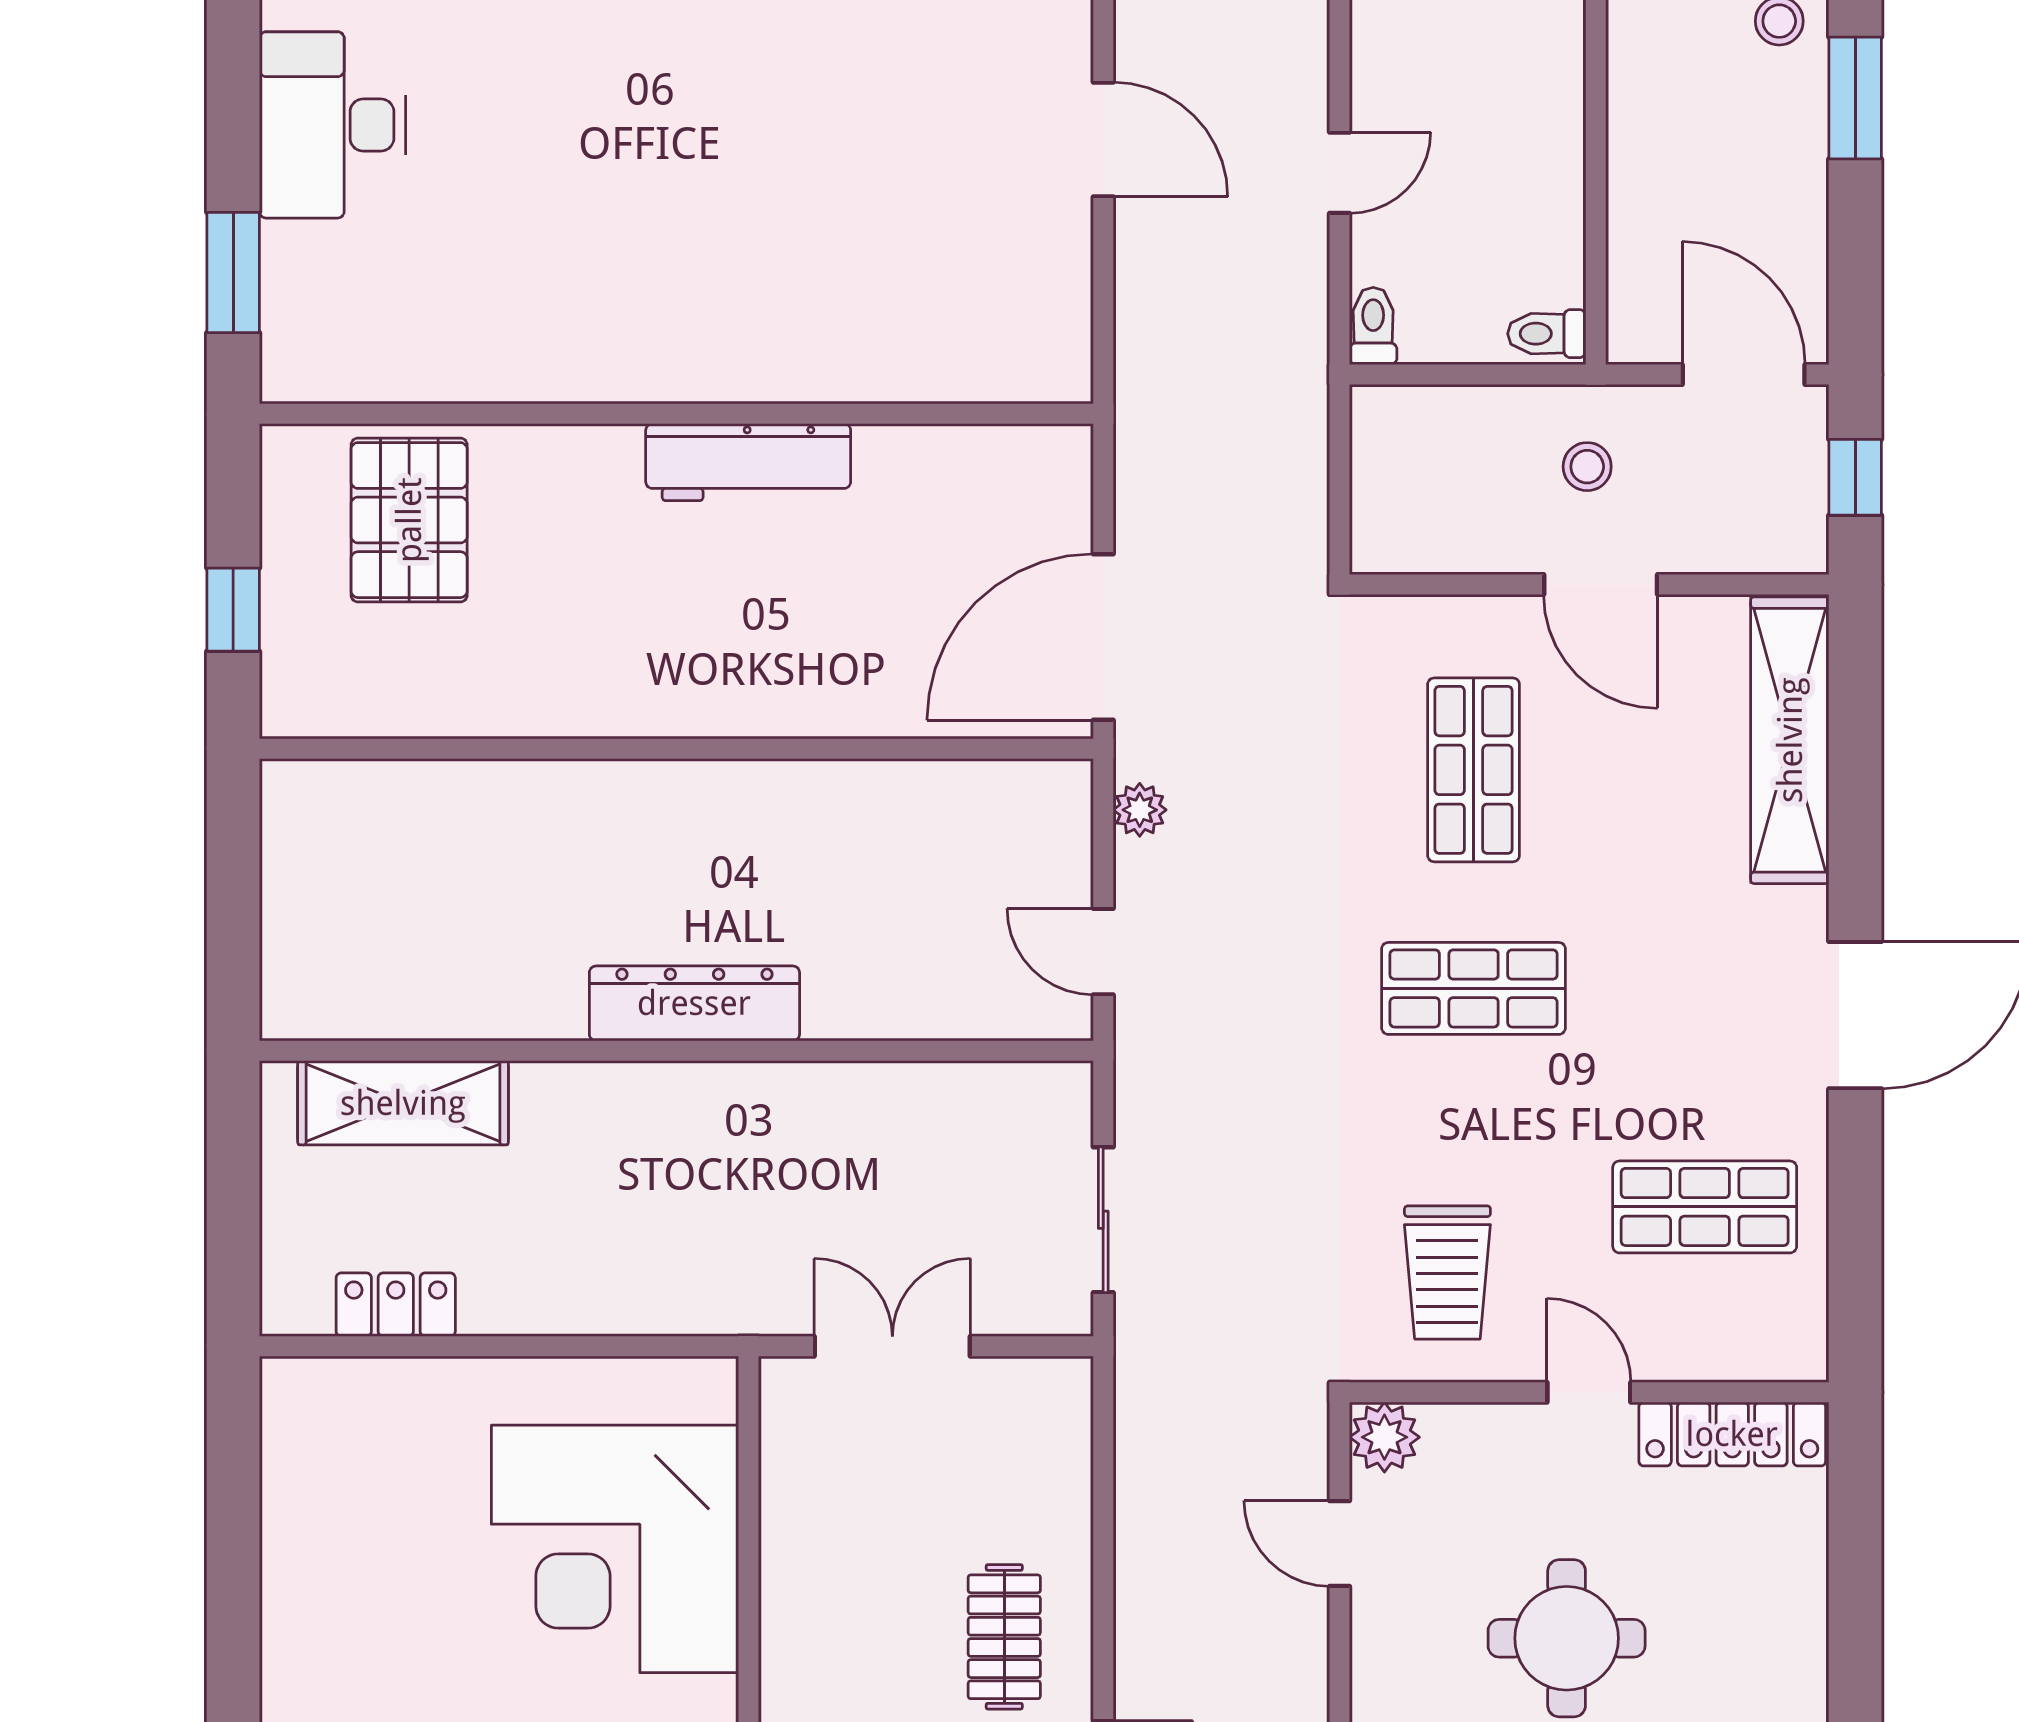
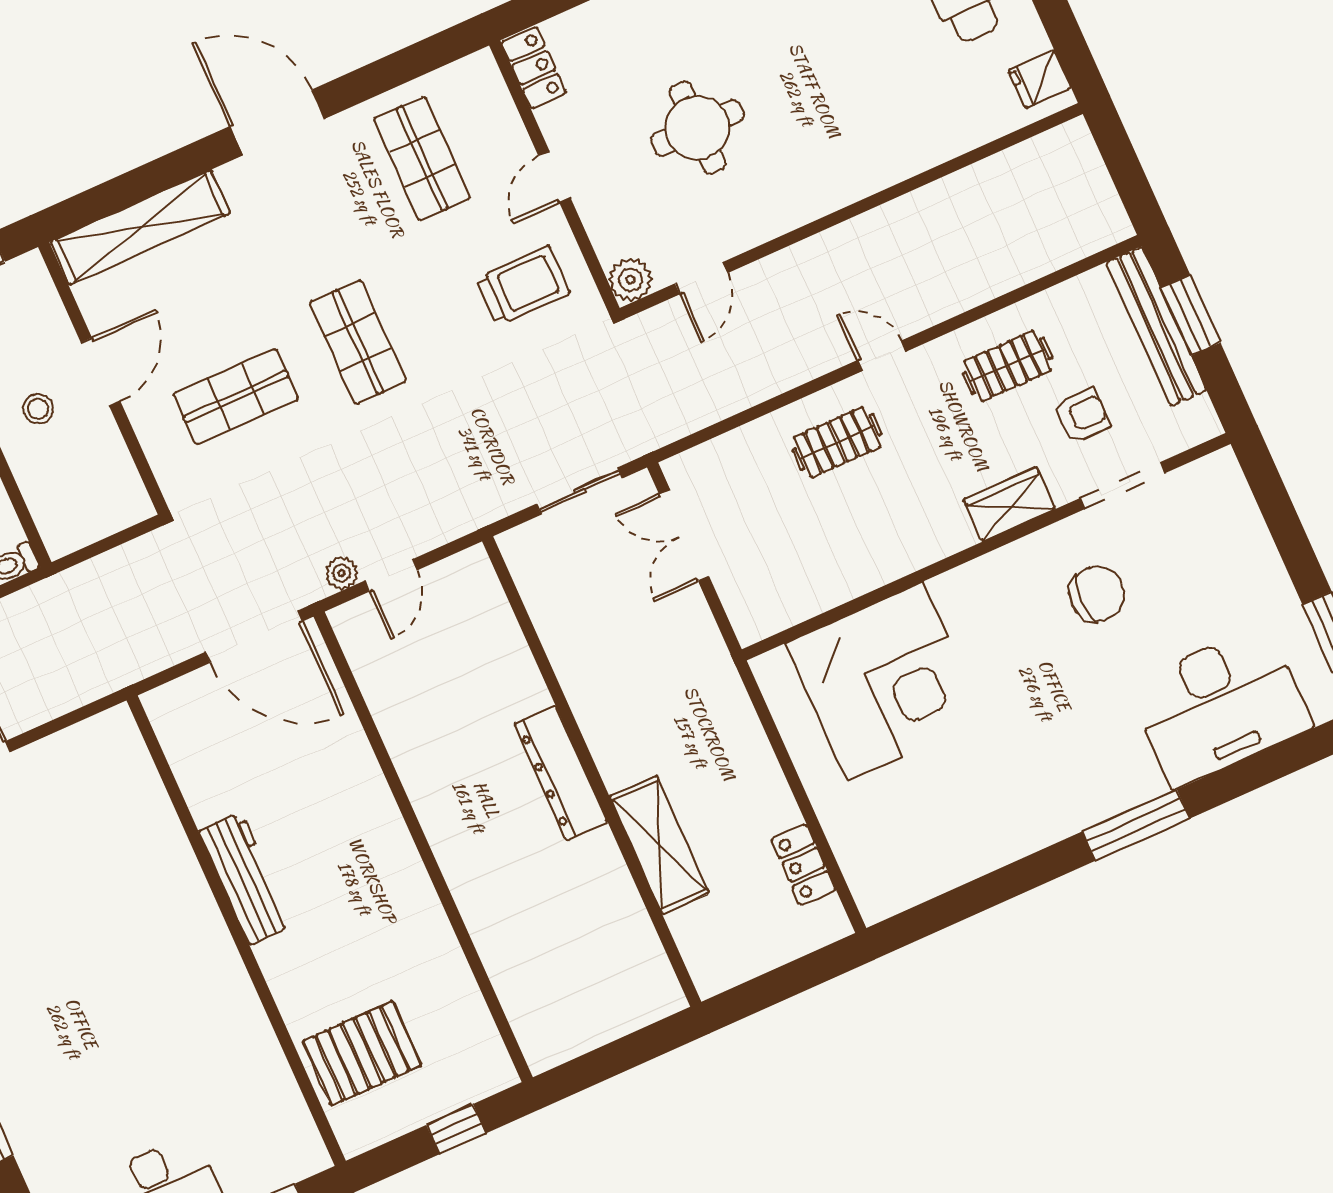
door: (1103, 952) -> (391, 575), moved
shelving: (403, 1103) -> (659, 845), moved
double door: (892, 1346) -> (684, 535), moved
locker: (1732, 1434) -> (534, 68), width x0.66

